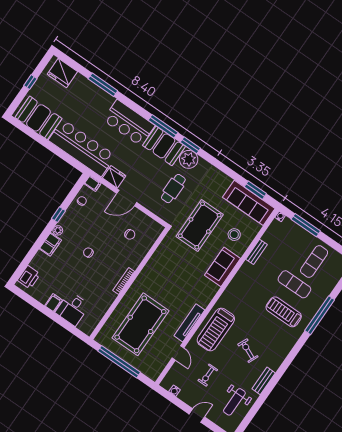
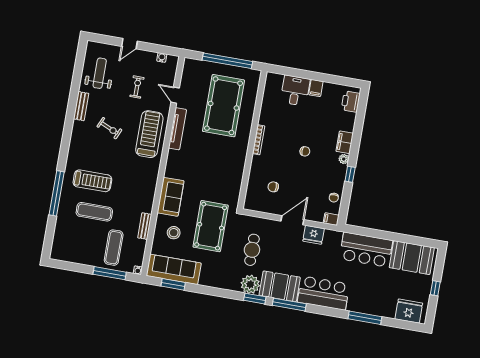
bar counter: (82, 148) -> (366, 250), width x0.73
exercise mat: (314, 262) -> (114, 248), moved

